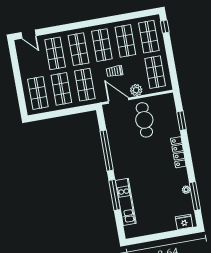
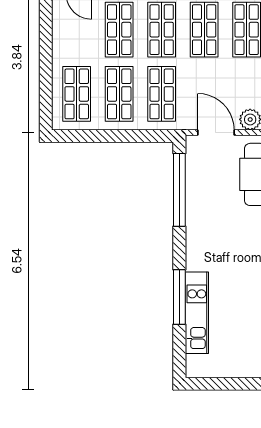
trolley: (115, 71) -> (218, 80), removed
window: (107, 151) -> (179, 190), moved

